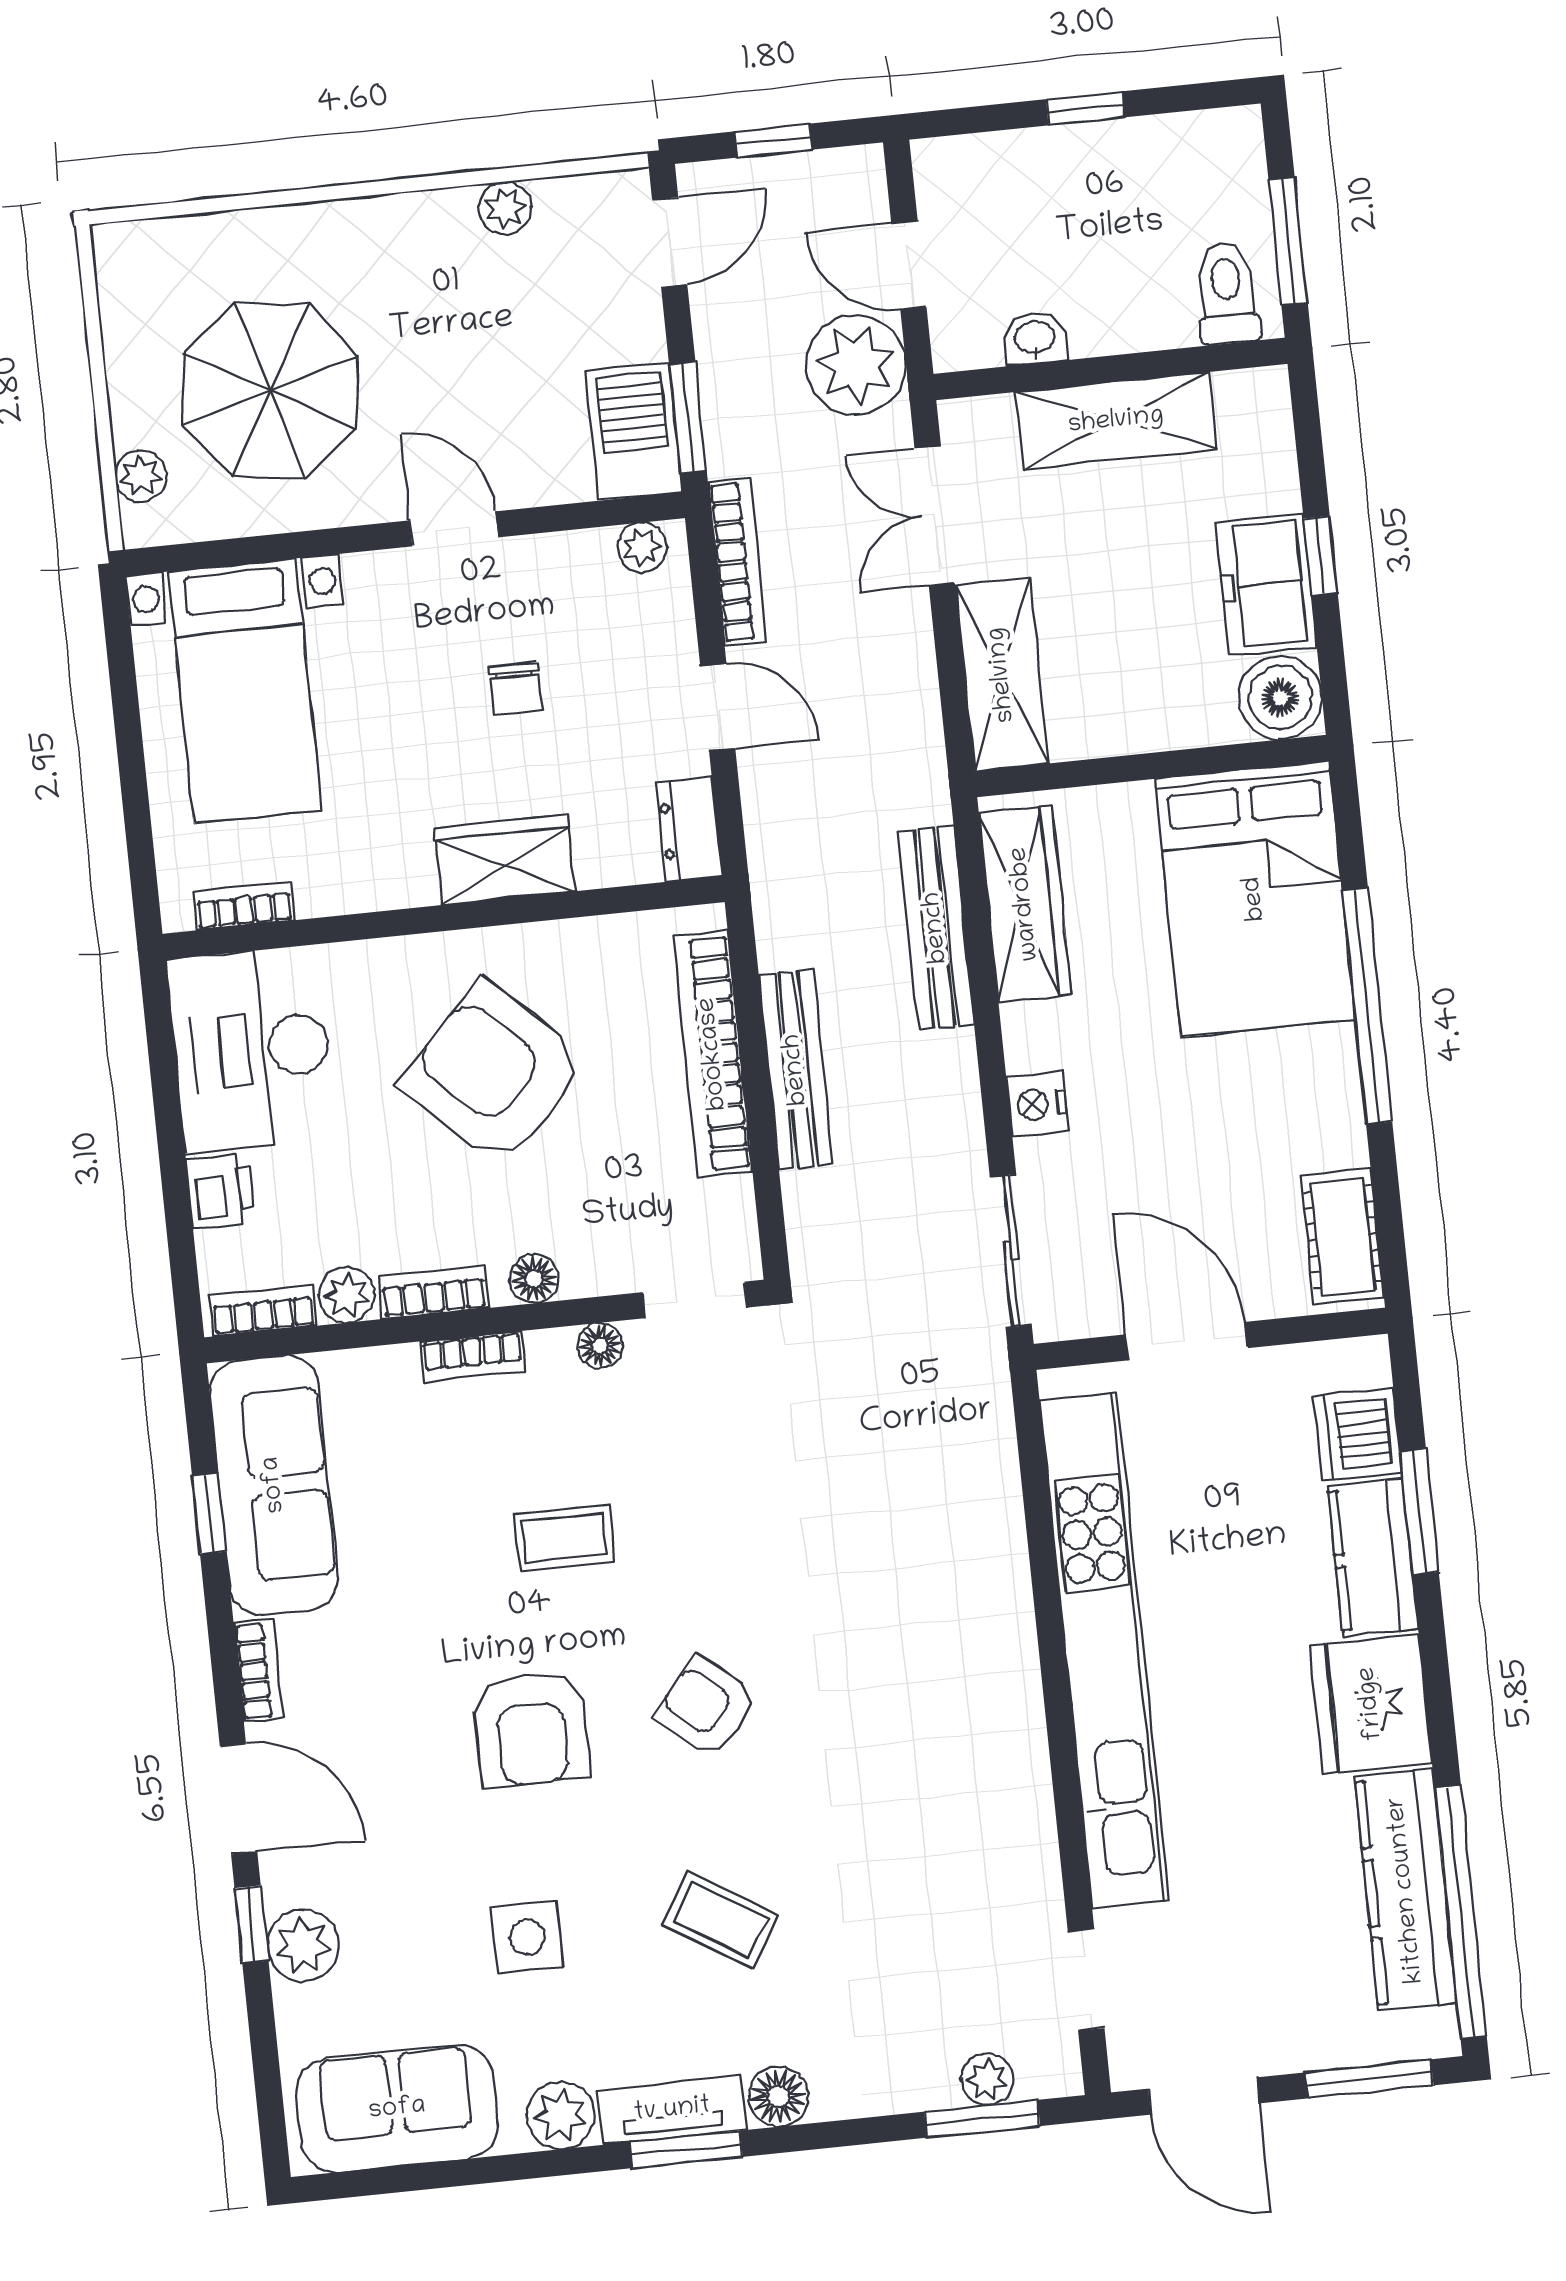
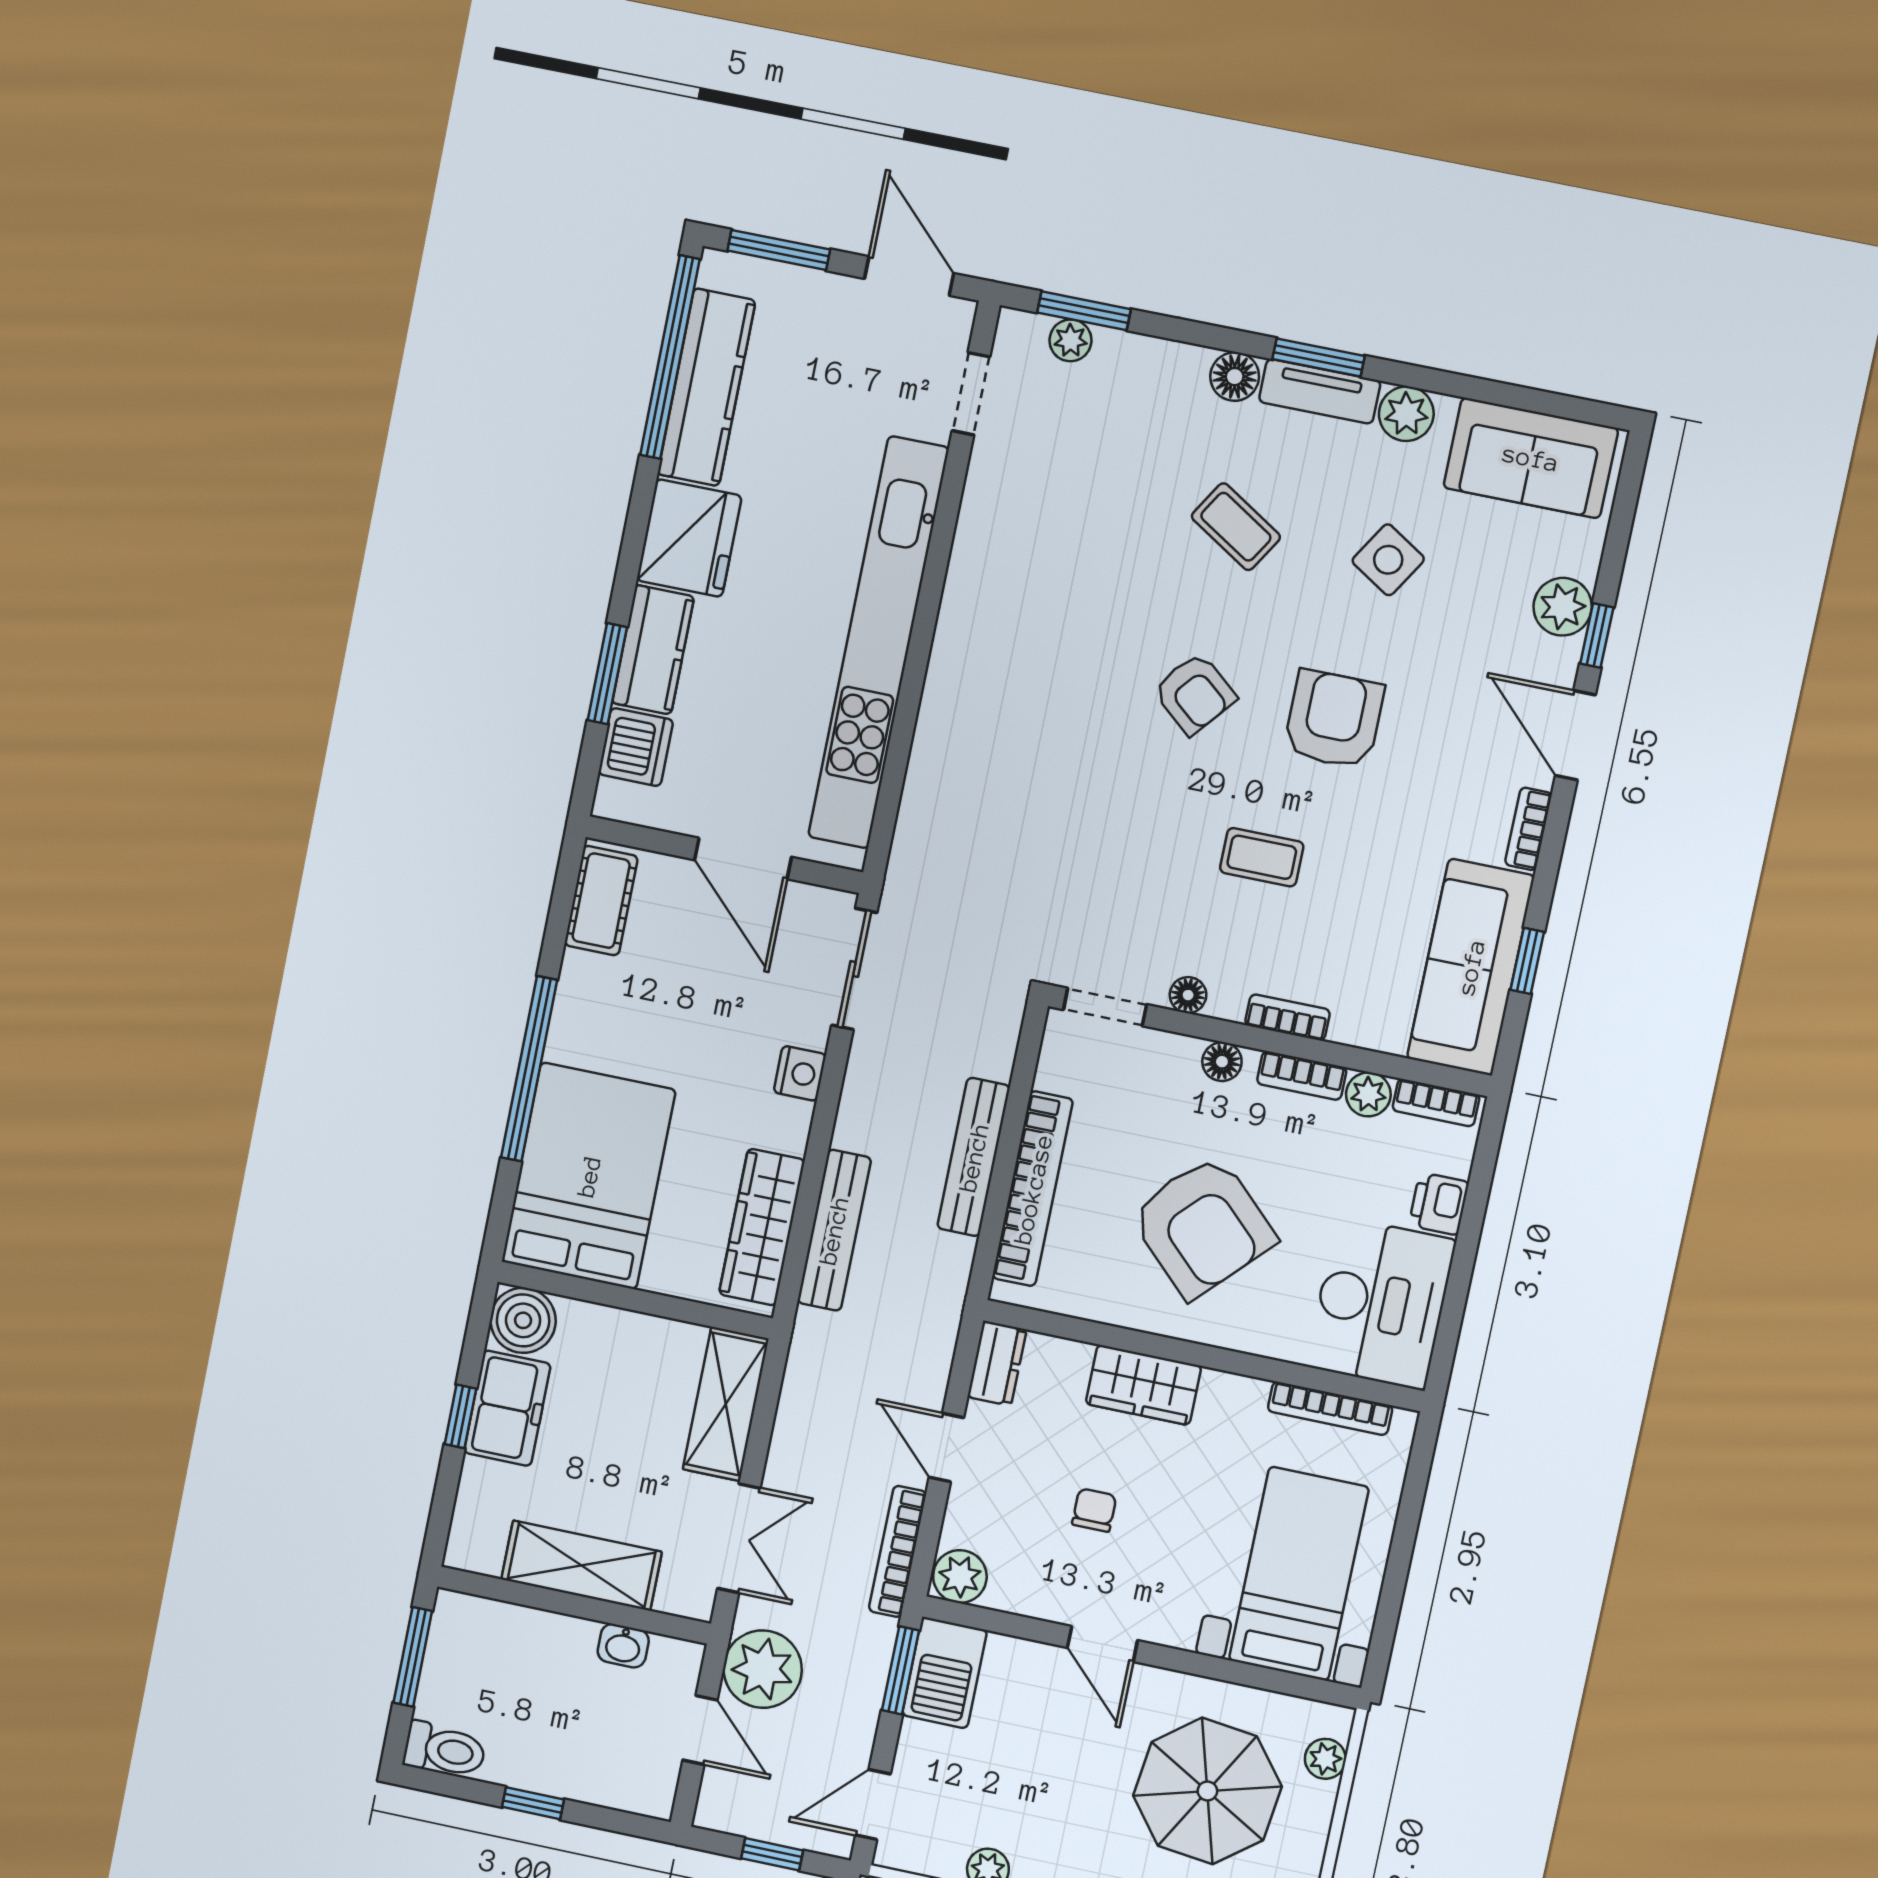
toilet: (1227, 293) -> (445, 1750), moved, turned -90
plant: (642, 547) -> (960, 1576), width x1.38, depth x1.38
bookcase: (244, 906) -> (1330, 1408), width x1.56
side table: (527, 1937) -> (1388, 560), turned 32

